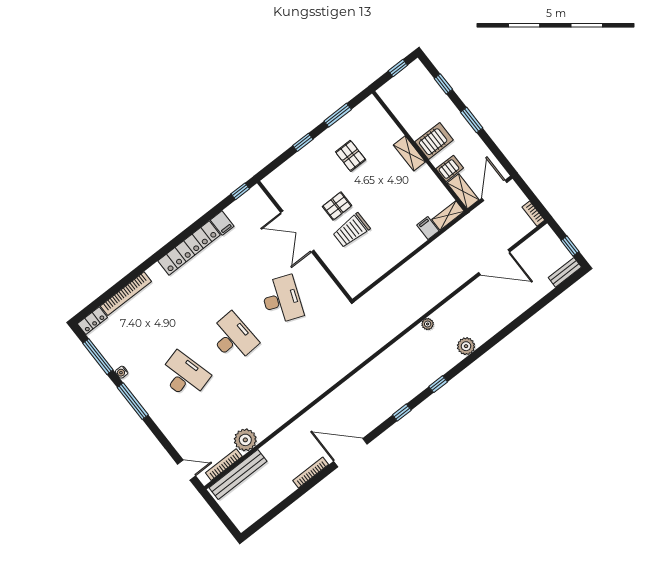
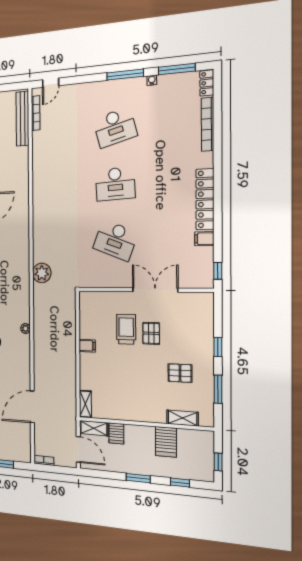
server rack: (434, 141) -> (166, 442), moved
shelving: (409, 153) -> (182, 418), moved
filing cabinet: (428, 228) -> (87, 346), moved
plant: (245, 440) -> (42, 273), moved

